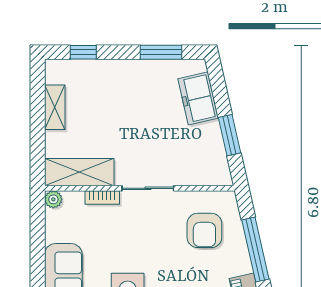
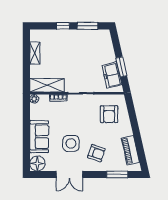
window: (83, 52) -> (63, 26), moved
freezer: (198, 98) -> (112, 75), moved
window: (255, 249) -> (134, 124), removed

